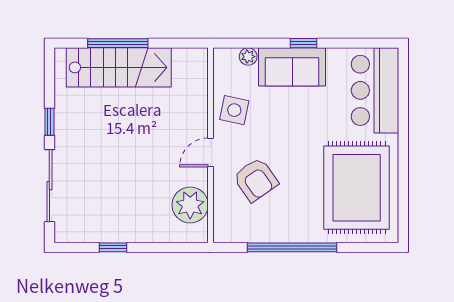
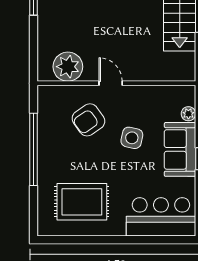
side table: (234, 110) -> (132, 138), moved
rug: (357, 188) -> (82, 202), width x0.73, depth x0.69

